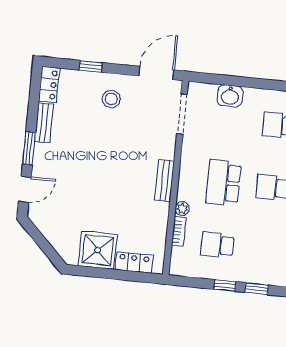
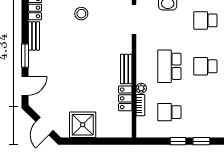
door: (46, 247) -> (44, 126), added
locker: (134, 262) -> (125, 98), moved, turned -90

